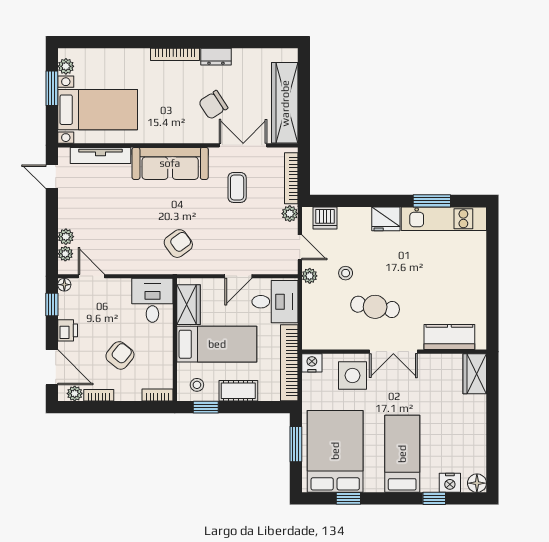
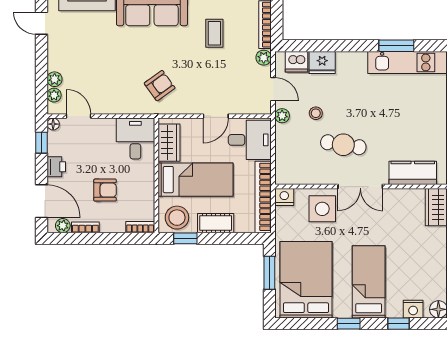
fridge: (386, 219) -> (322, 62), moved
armchair: (120, 355) -> (105, 190), turned 51
stool: (197, 385) -> (177, 218), width x1.89, depth x1.89
window: (348, 498) -> (349, 324), moved

